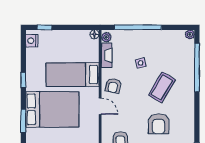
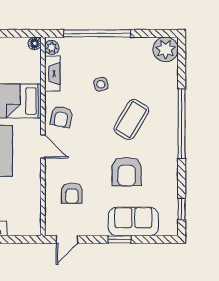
plant: (190, 34) -> (166, 49), width x1.88, depth x1.88
window: (197, 67) -> (182, 124), moved

